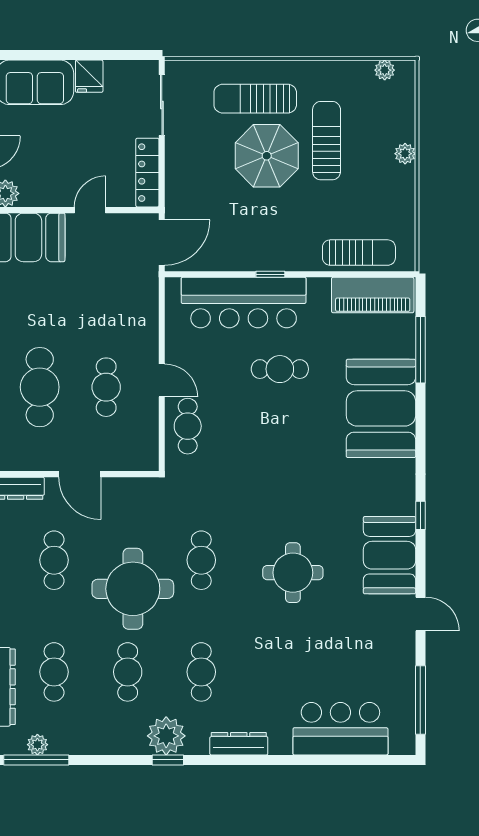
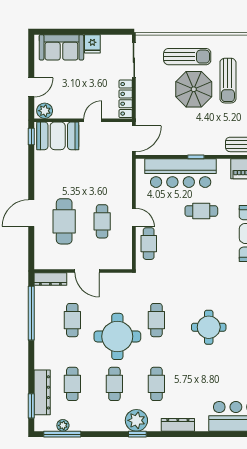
sun lounger: (255, 99) -> (187, 57), turned 180
sun lounger: (327, 141) -> (228, 81), turned 180

